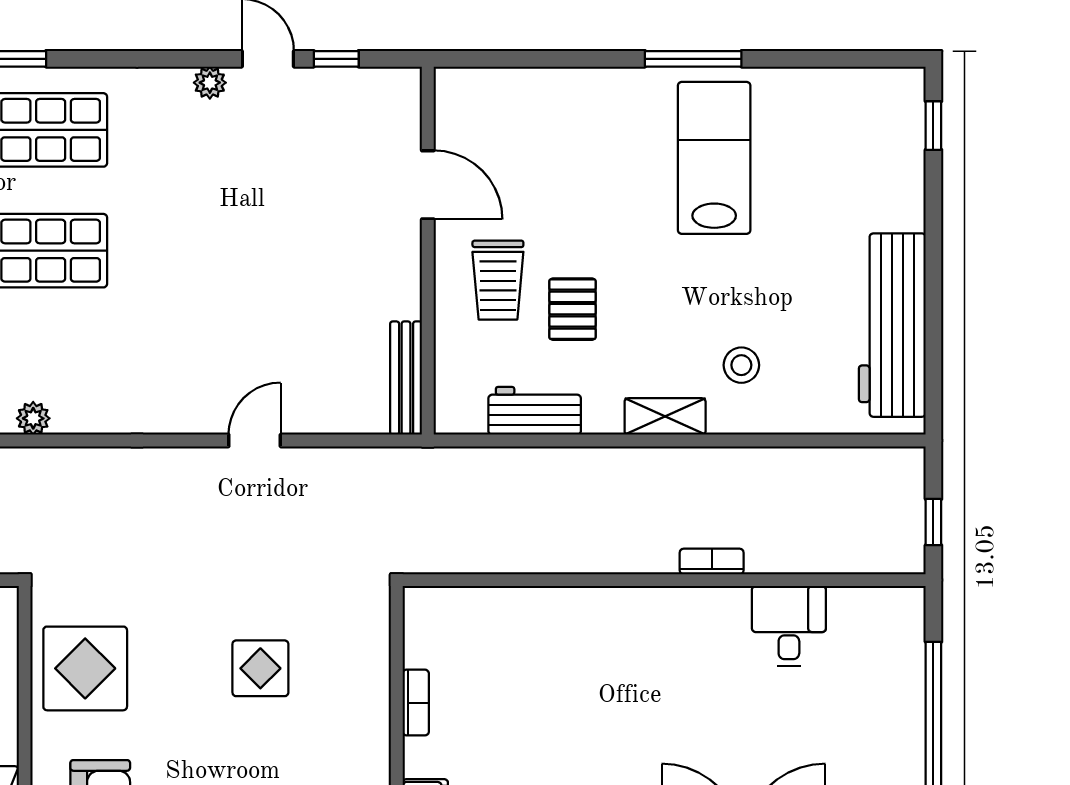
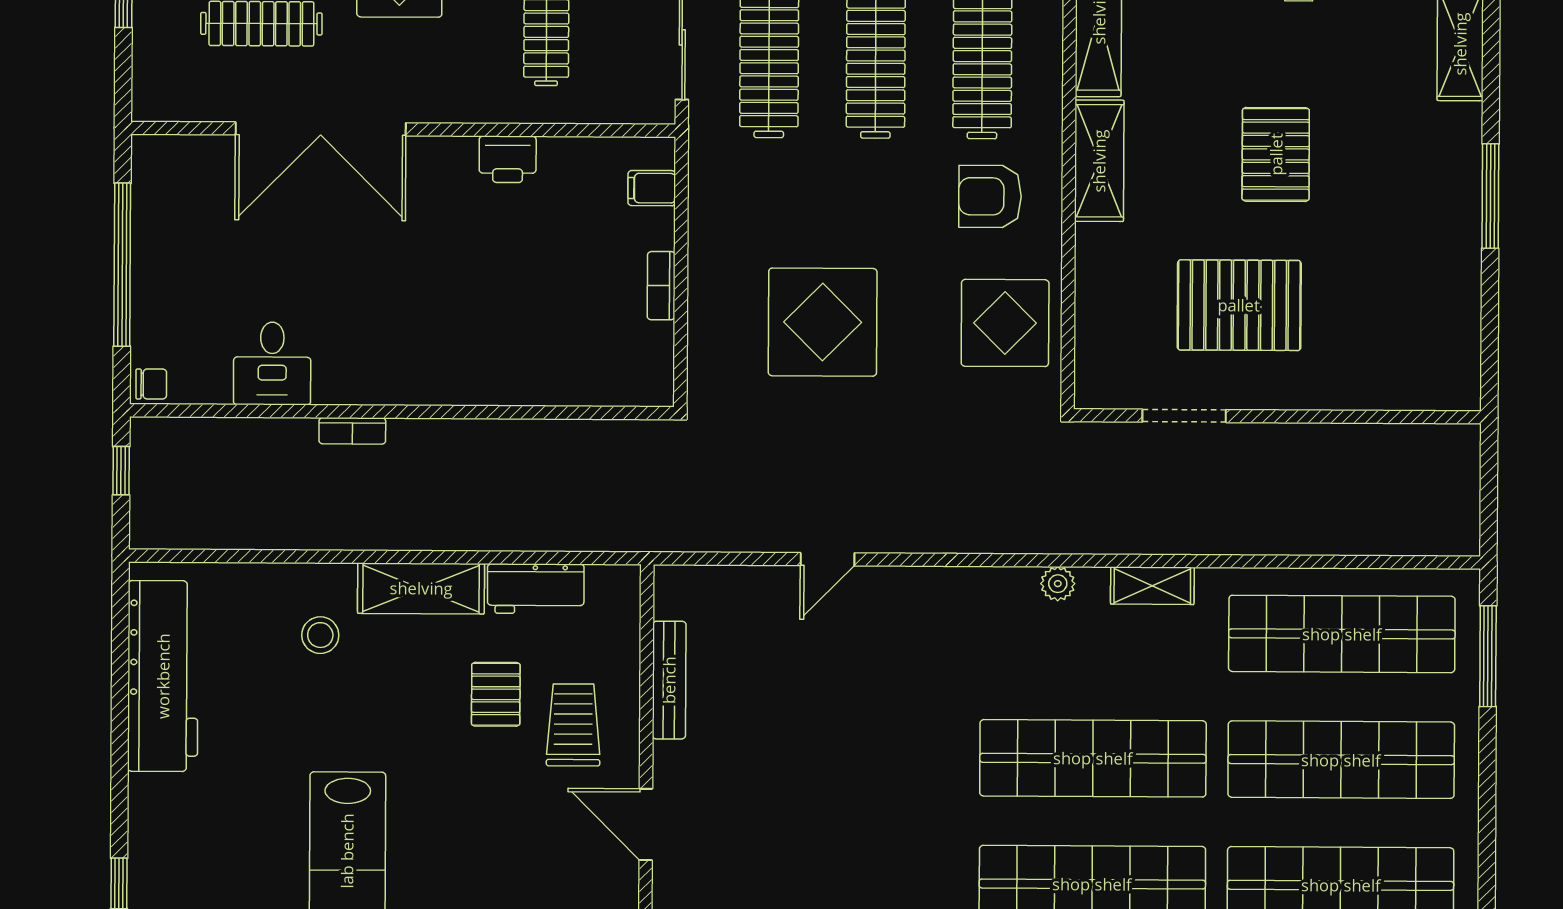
bench: (406, 378) -> (669, 680), moved
shelving: (665, 416) -> (421, 588), width x1.50, depth x1.33
chair: (905, 605) -> (151, 384), added
display table: (260, 668) -> (823, 322), width x1.86, depth x1.86

